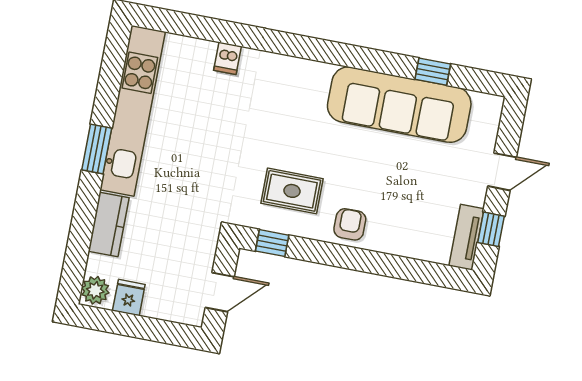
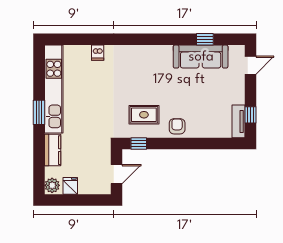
sofa: (399, 105) -> (201, 57), width x0.74, depth x0.79
door: (502, 172) -> (250, 65), moved

